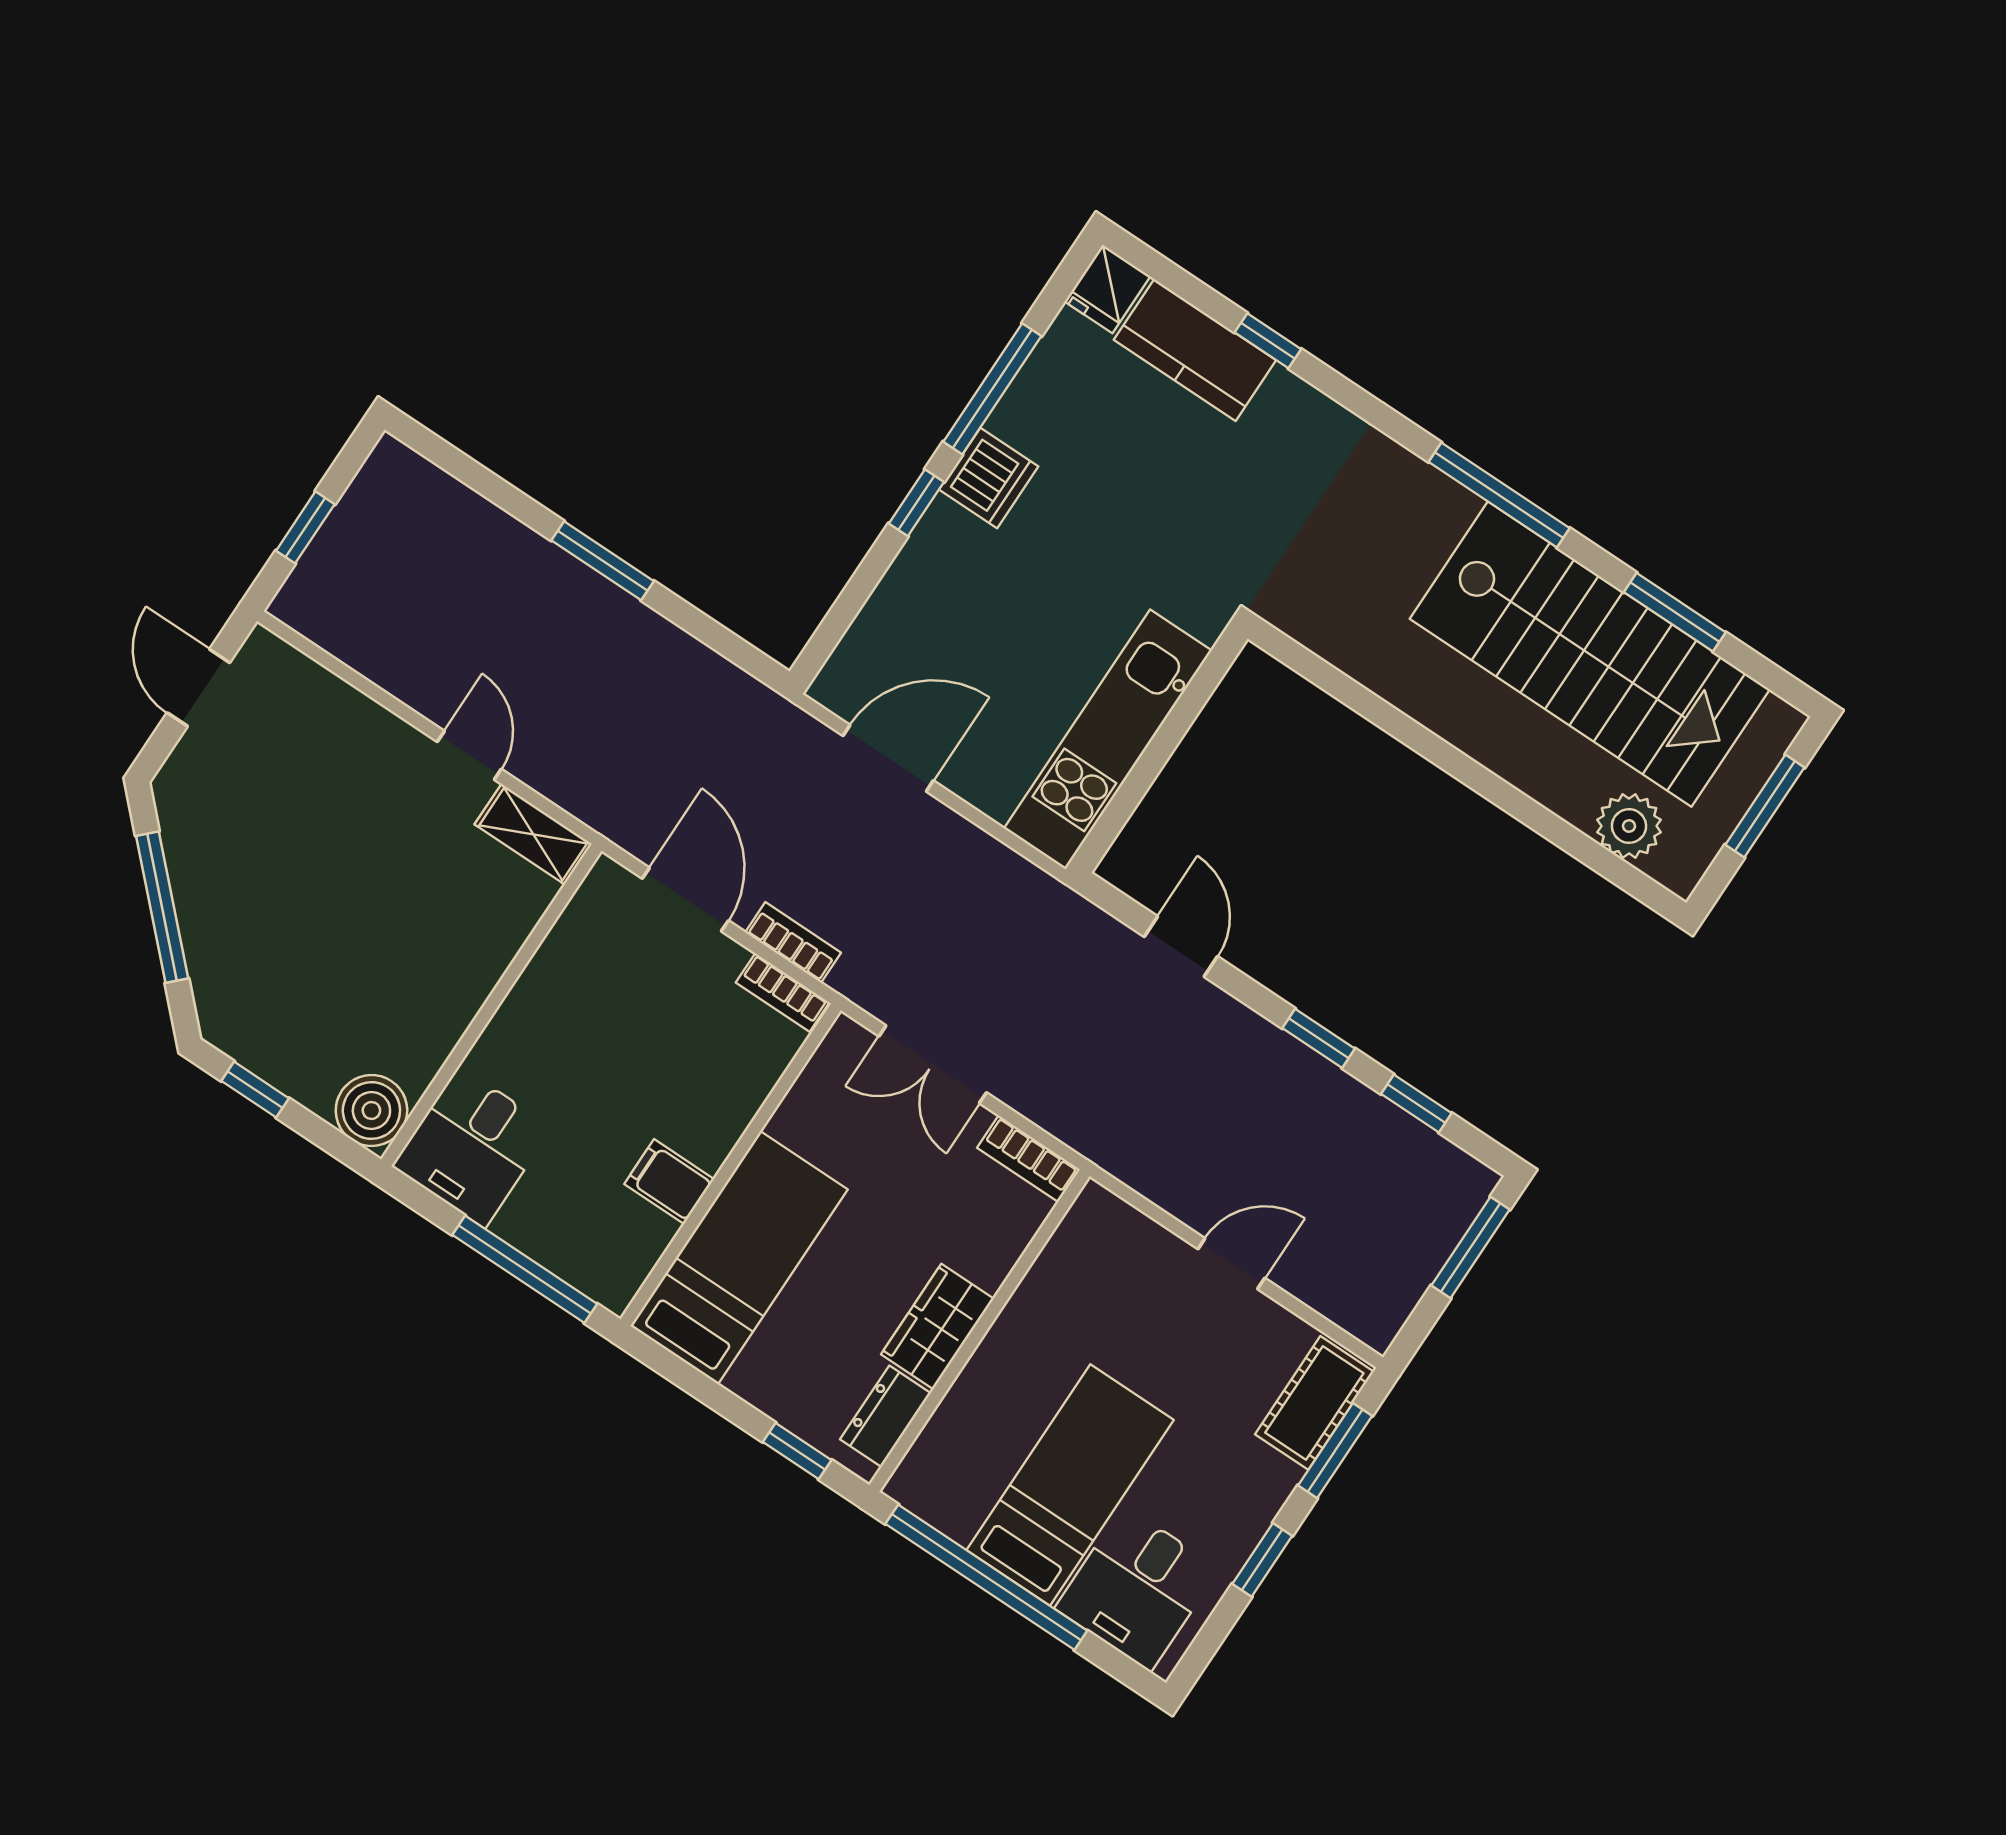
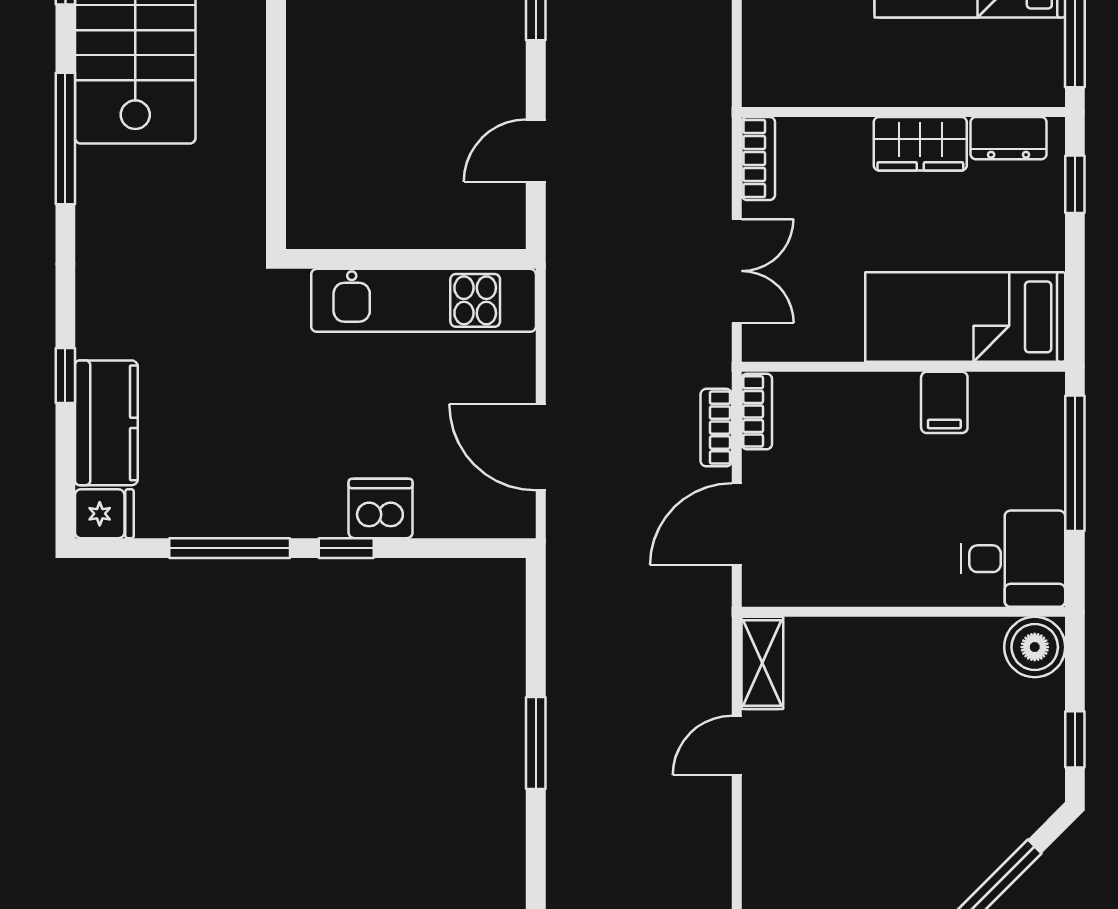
dishwasher: (989, 478) -> (381, 509), moved

